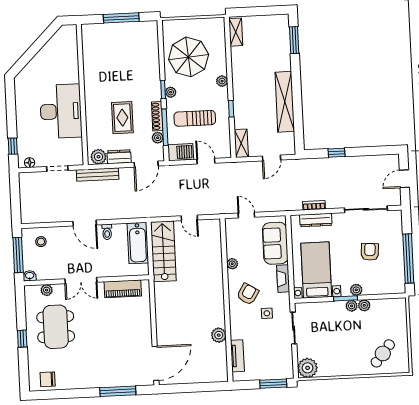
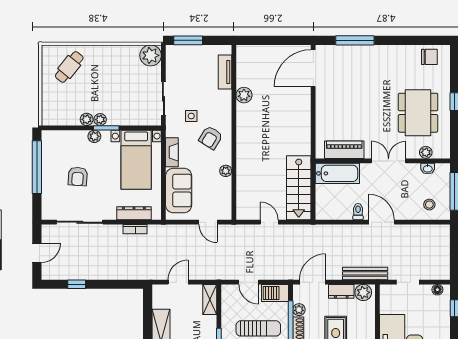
window: (336, 153) -> (77, 284), moved
bathtub: (138, 243) -> (337, 173), moved, turned 90
washbasin: (30, 276) -> (428, 169), moved

